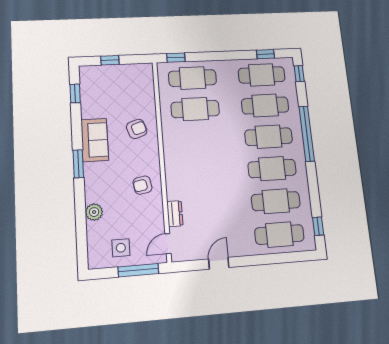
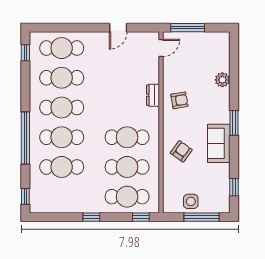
window: (265, 54) -> (91, 217), moved
window: (110, 60) -> (202, 217), width x2.17
cafe table: (262, 75) -> (127, 137), moved
armchair: (137, 129) -> (181, 151), turned 144
dresser: (175, 214) -> (153, 95), moved
side table: (121, 248) -> (191, 201), moved

